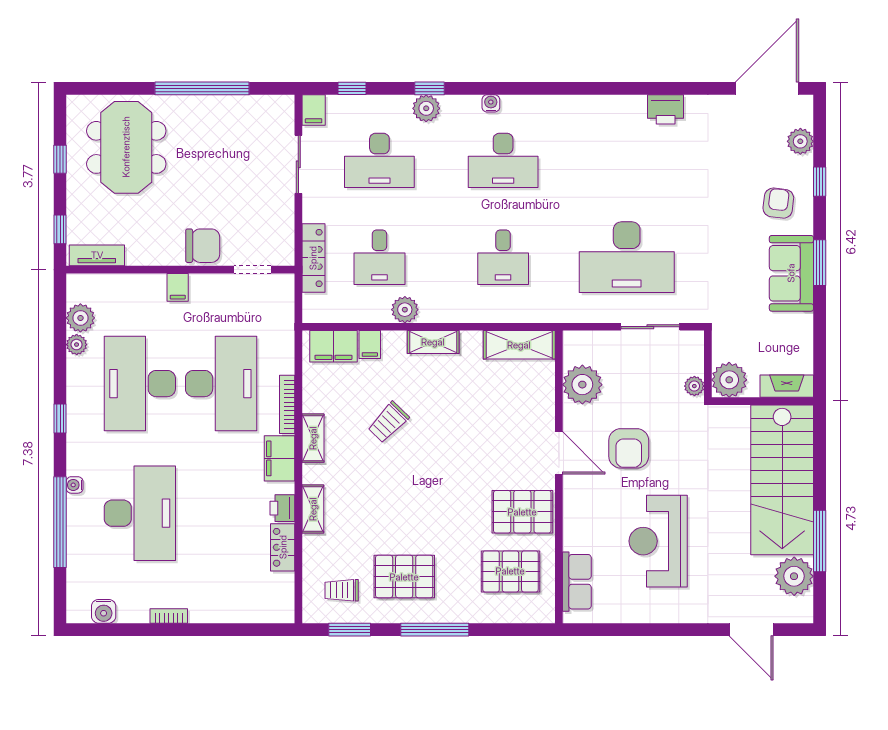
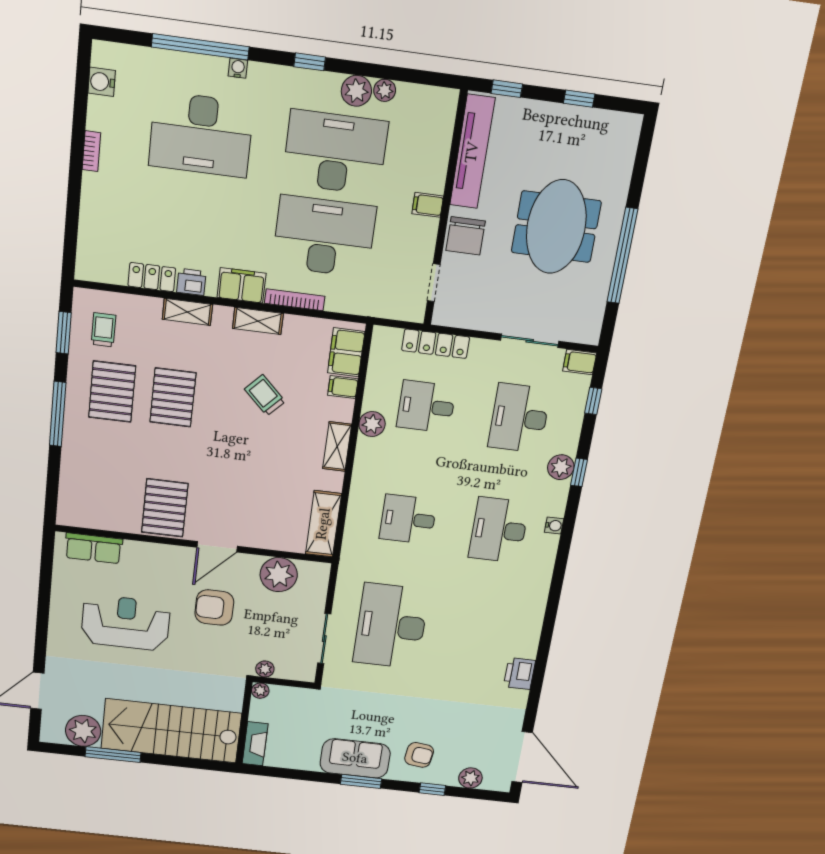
meeting table: (126, 147) -> (556, 227), moved, turned 90
tv unit: (97, 255) -> (472, 152), width x1.92, depth x1.29
plant: (80, 318) -> (356, 91), moved
plant: (729, 380) -> (260, 691), width x0.53, depth x0.53
desk: (221, 384) -> (324, 236), turned 180
pallet: (510, 571) -> (173, 397), moved

